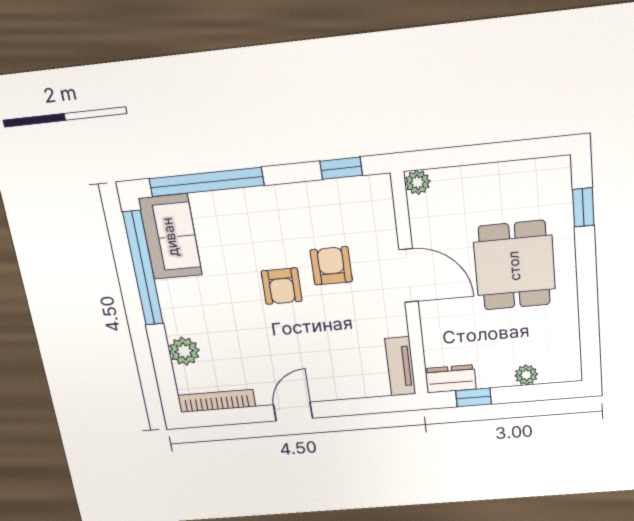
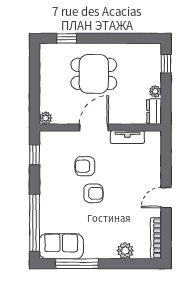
window: (143, 269) -> (77, 264), width x0.68
tv unit: (400, 366) -> (127, 137), moved
plant: (526, 375) -> (155, 91), moved
window: (473, 397) -> (166, 64), moved
door: (293, 412) -> (166, 198), hinge flipped

